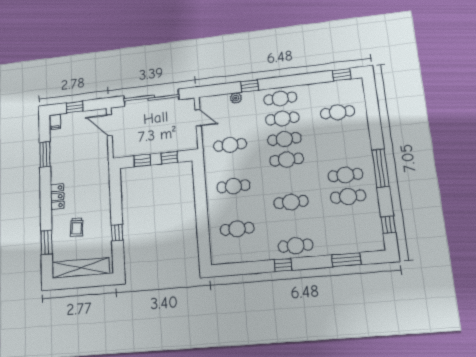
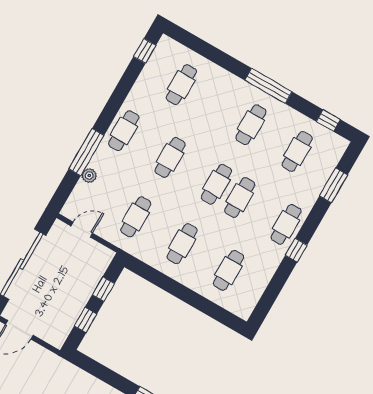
window: (249, 86) -> (86, 152), width x2.17
cafe table: (282, 119) -> (147, 144), removed
cafe table: (287, 160) -> (216, 184), moved
cafe table: (348, 197) -> (297, 151), moved

